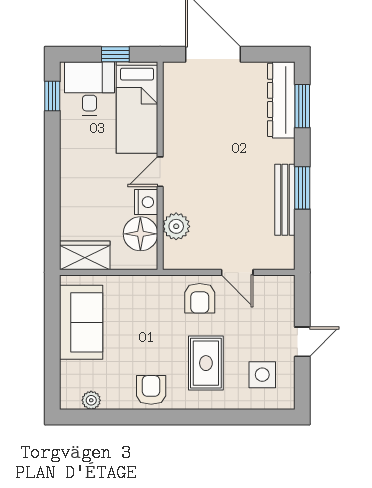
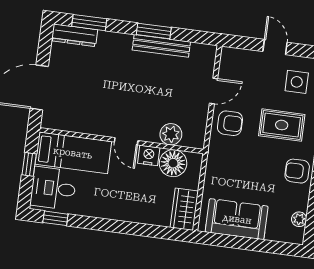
dresser: (281, 100) -> (74, 35), width x0.73, depth x0.80

